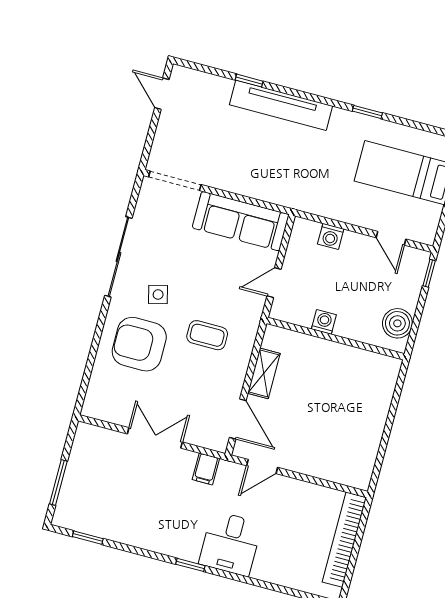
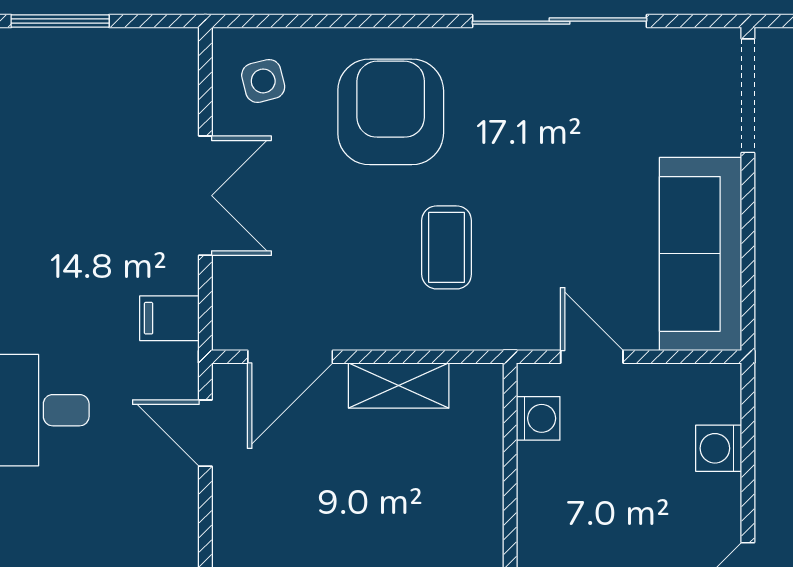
side table: (158, 294) -> (263, 81), moved
washing machine: (324, 322) -> (538, 418), moved

